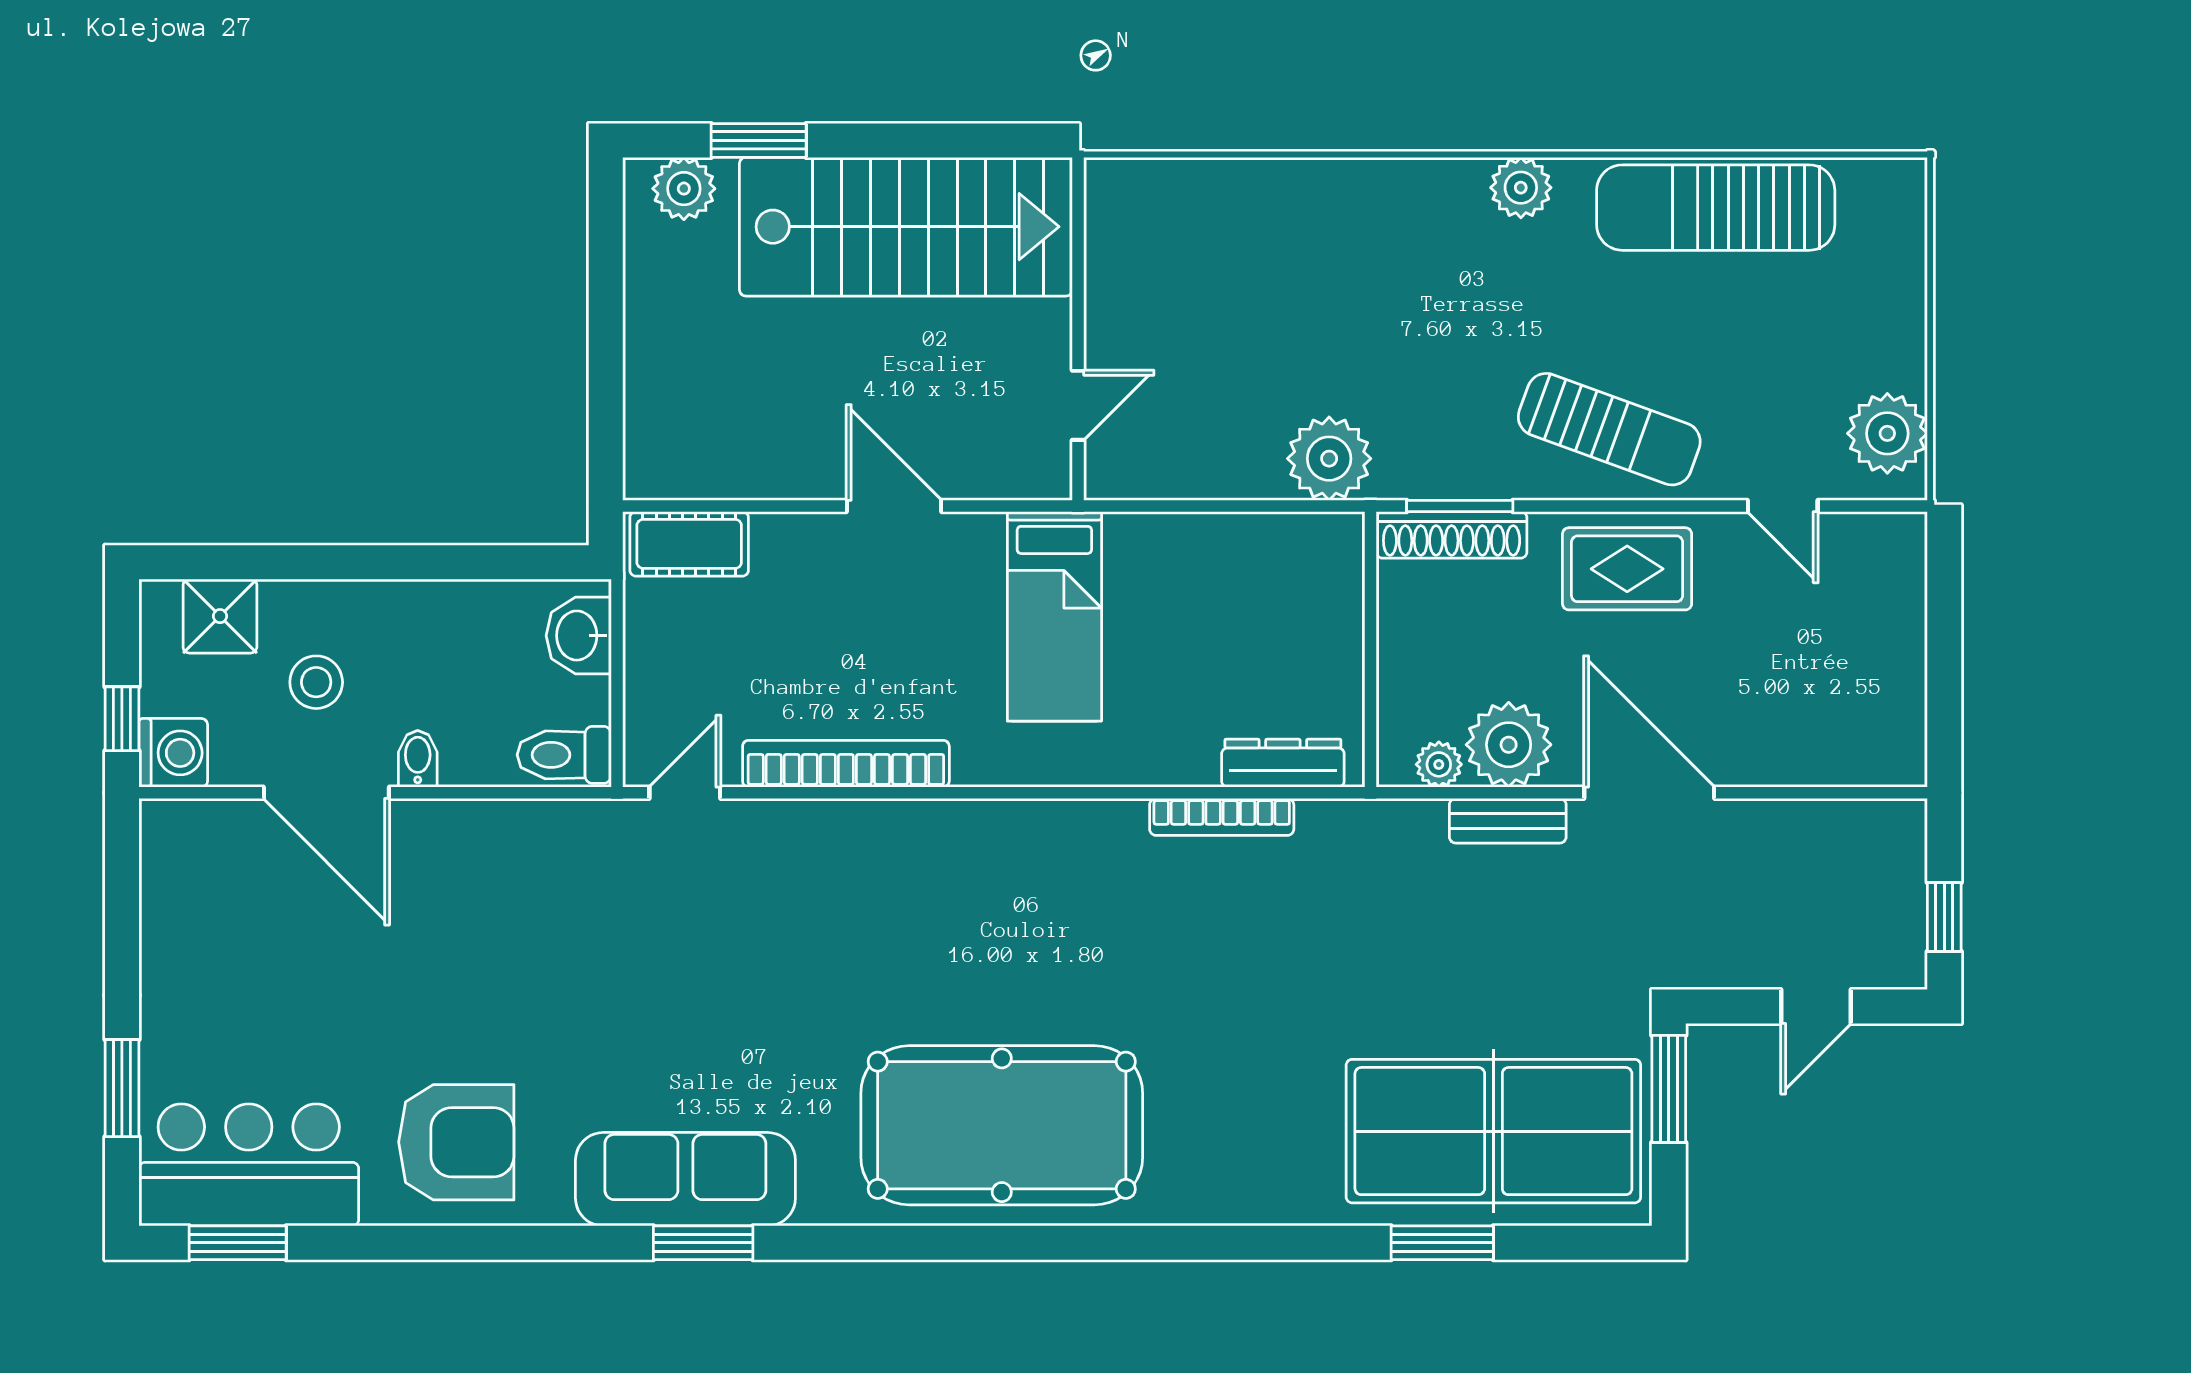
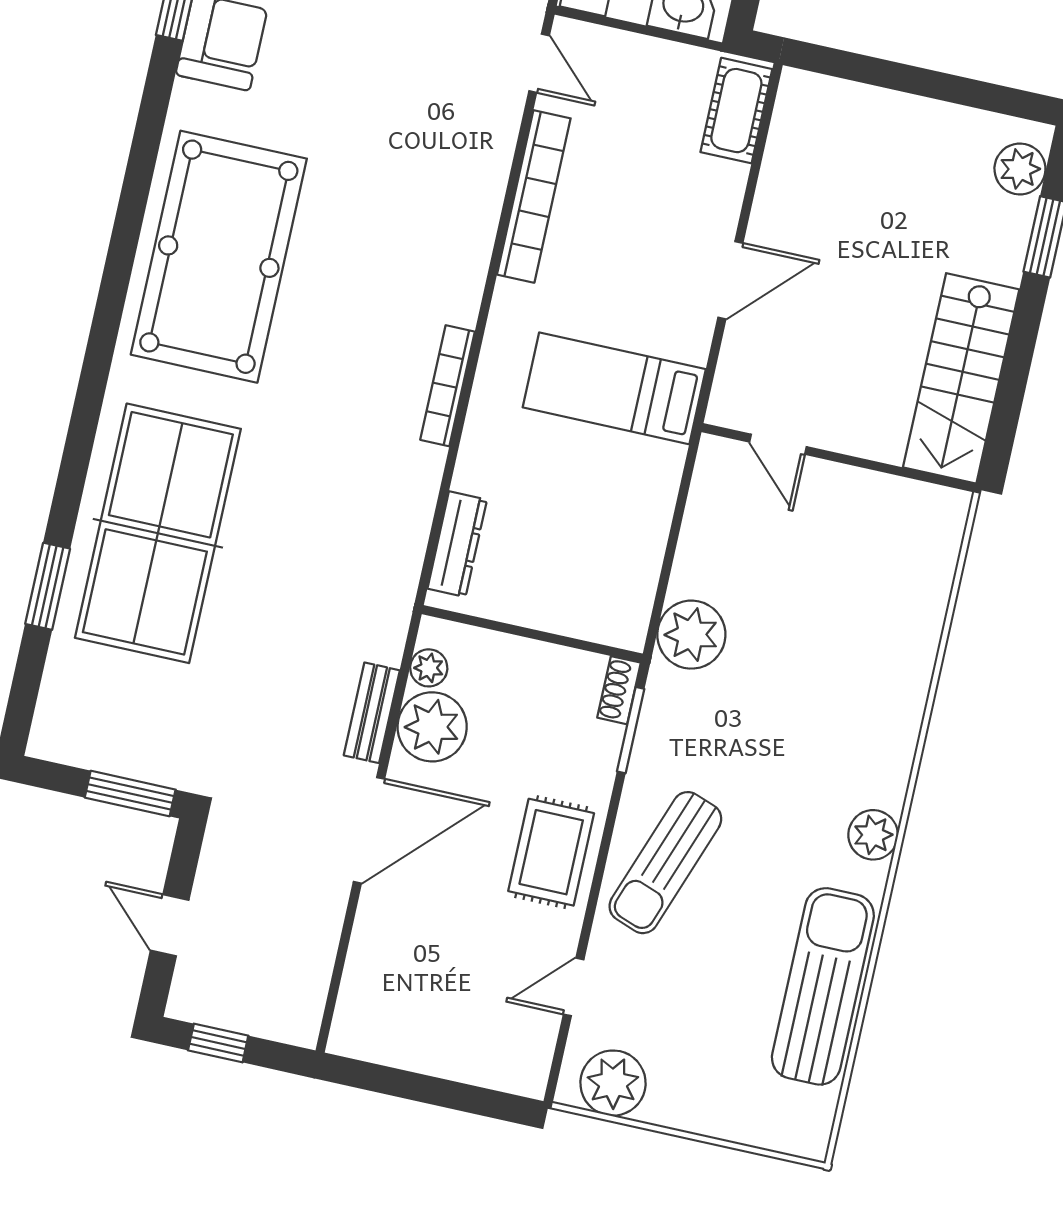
stairs: (906, 227) -> (961, 378), width x0.73, depth x0.66
shoe rack: (1452, 535) -> (619, 690), width x0.51, depth x0.81
bookcase: (1222, 817) -> (448, 386), moved
table tennis table: (1493, 1131) -> (158, 533), moved

